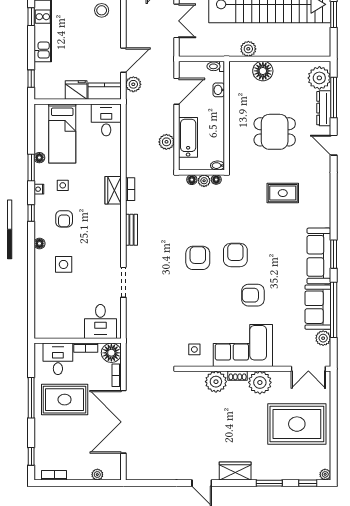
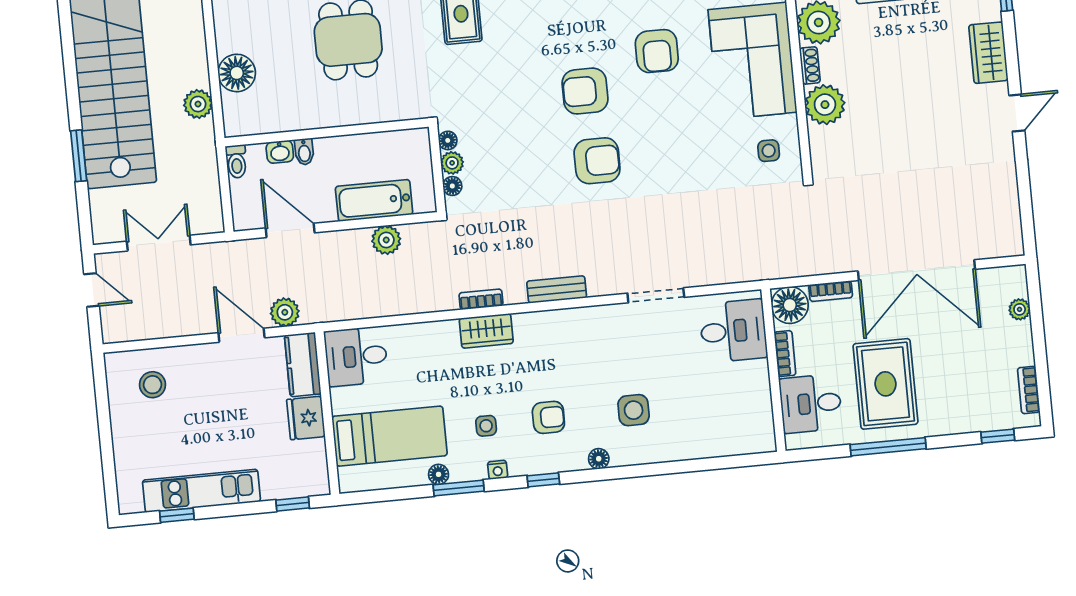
bidet: (218, 166) -> (304, 152), moved
armchair: (198, 258) -> (597, 161), turned 180

